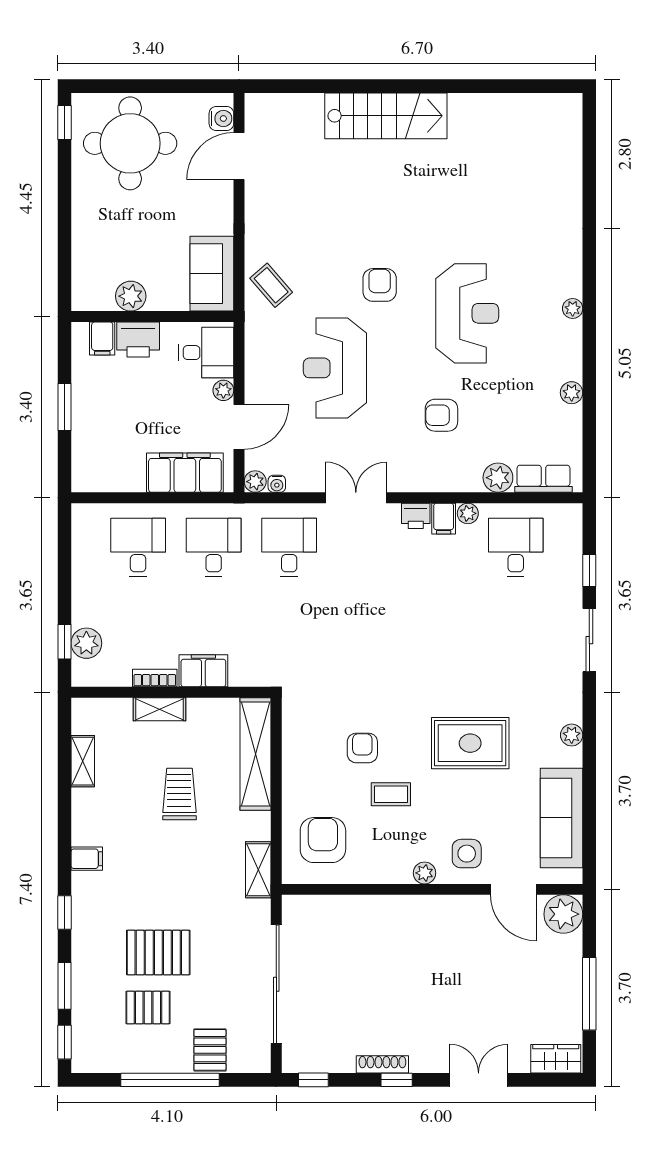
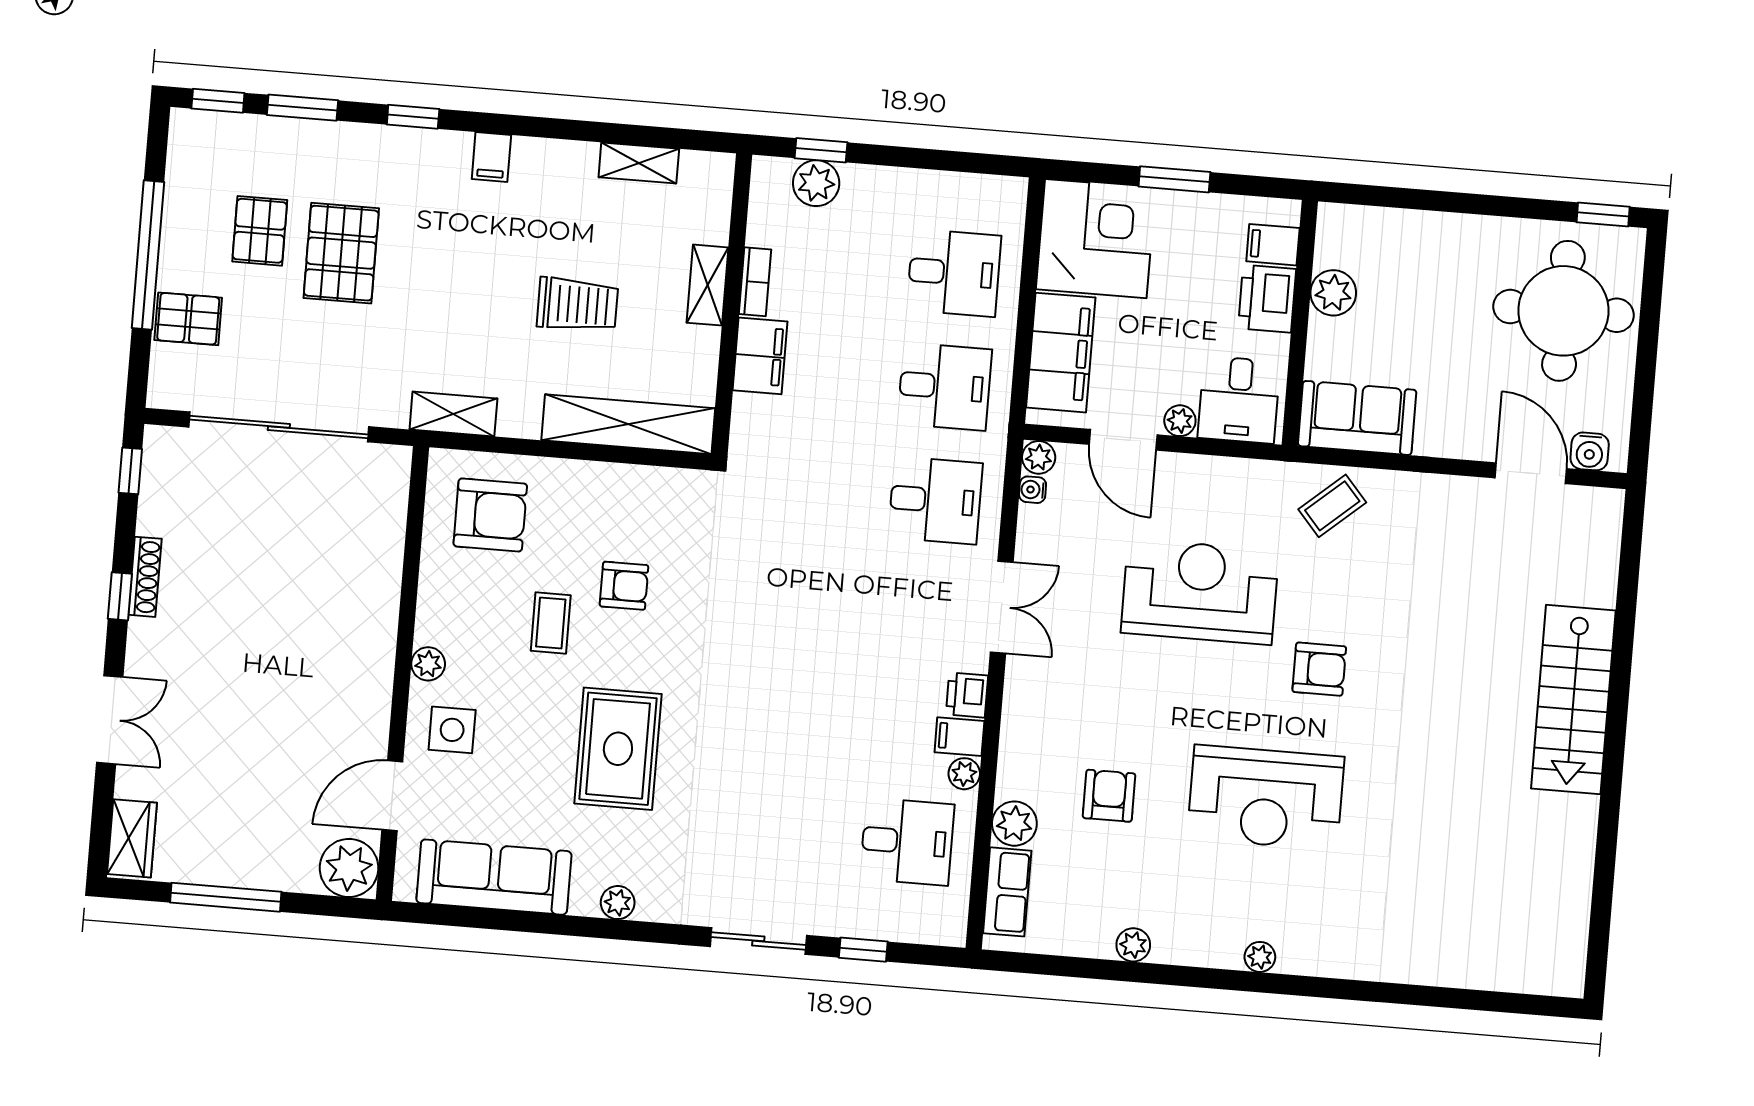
armchair: (441, 415) -> (1109, 796), moved
corner desk: (108, 456) -> (1096, 239), added

